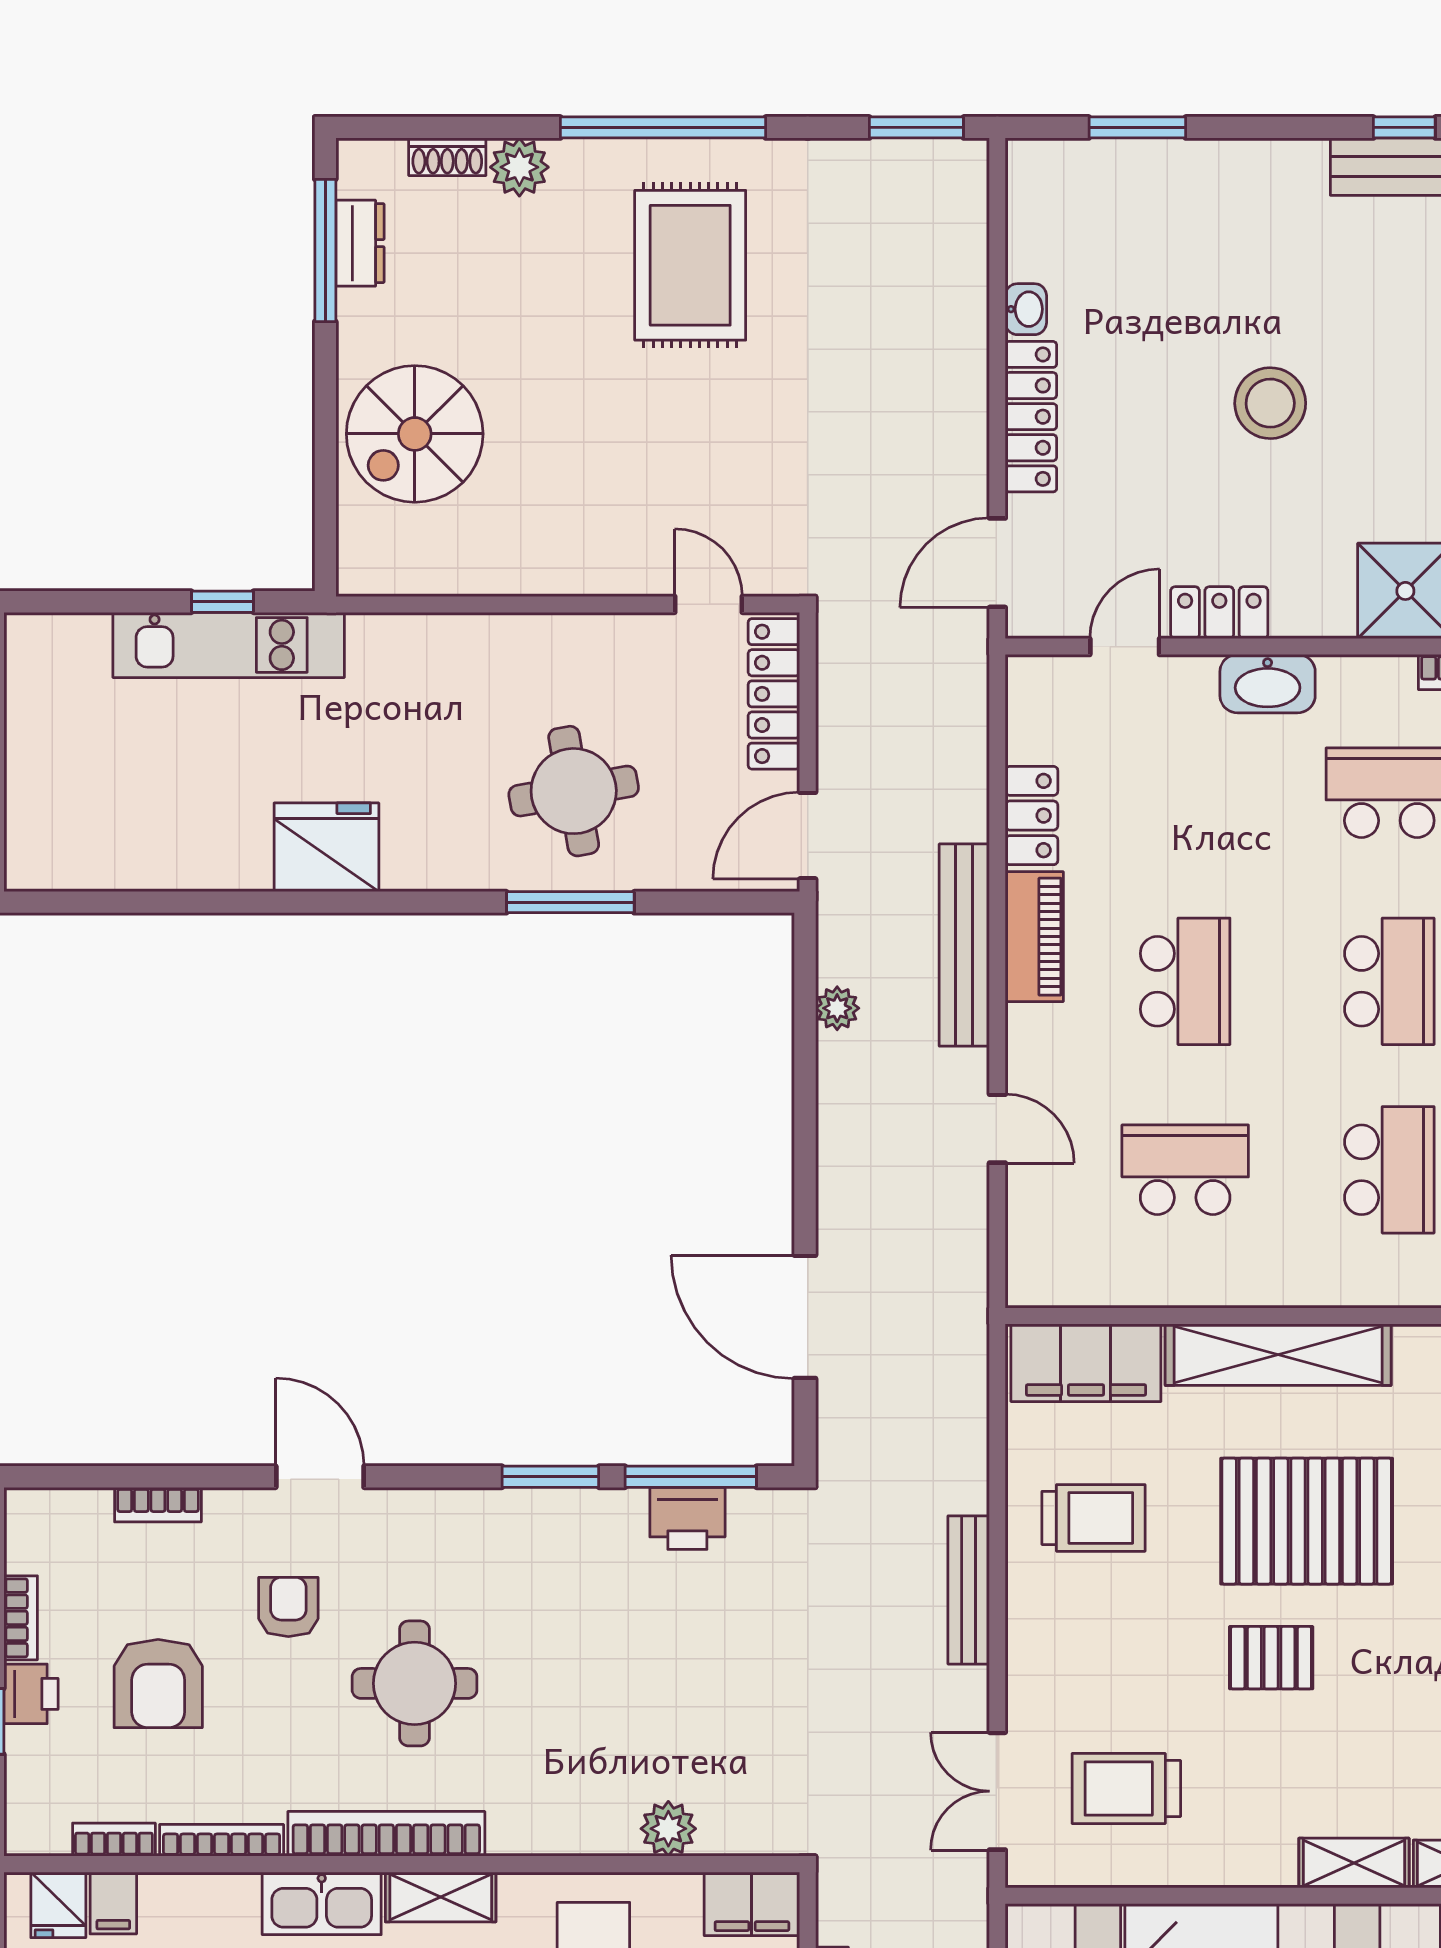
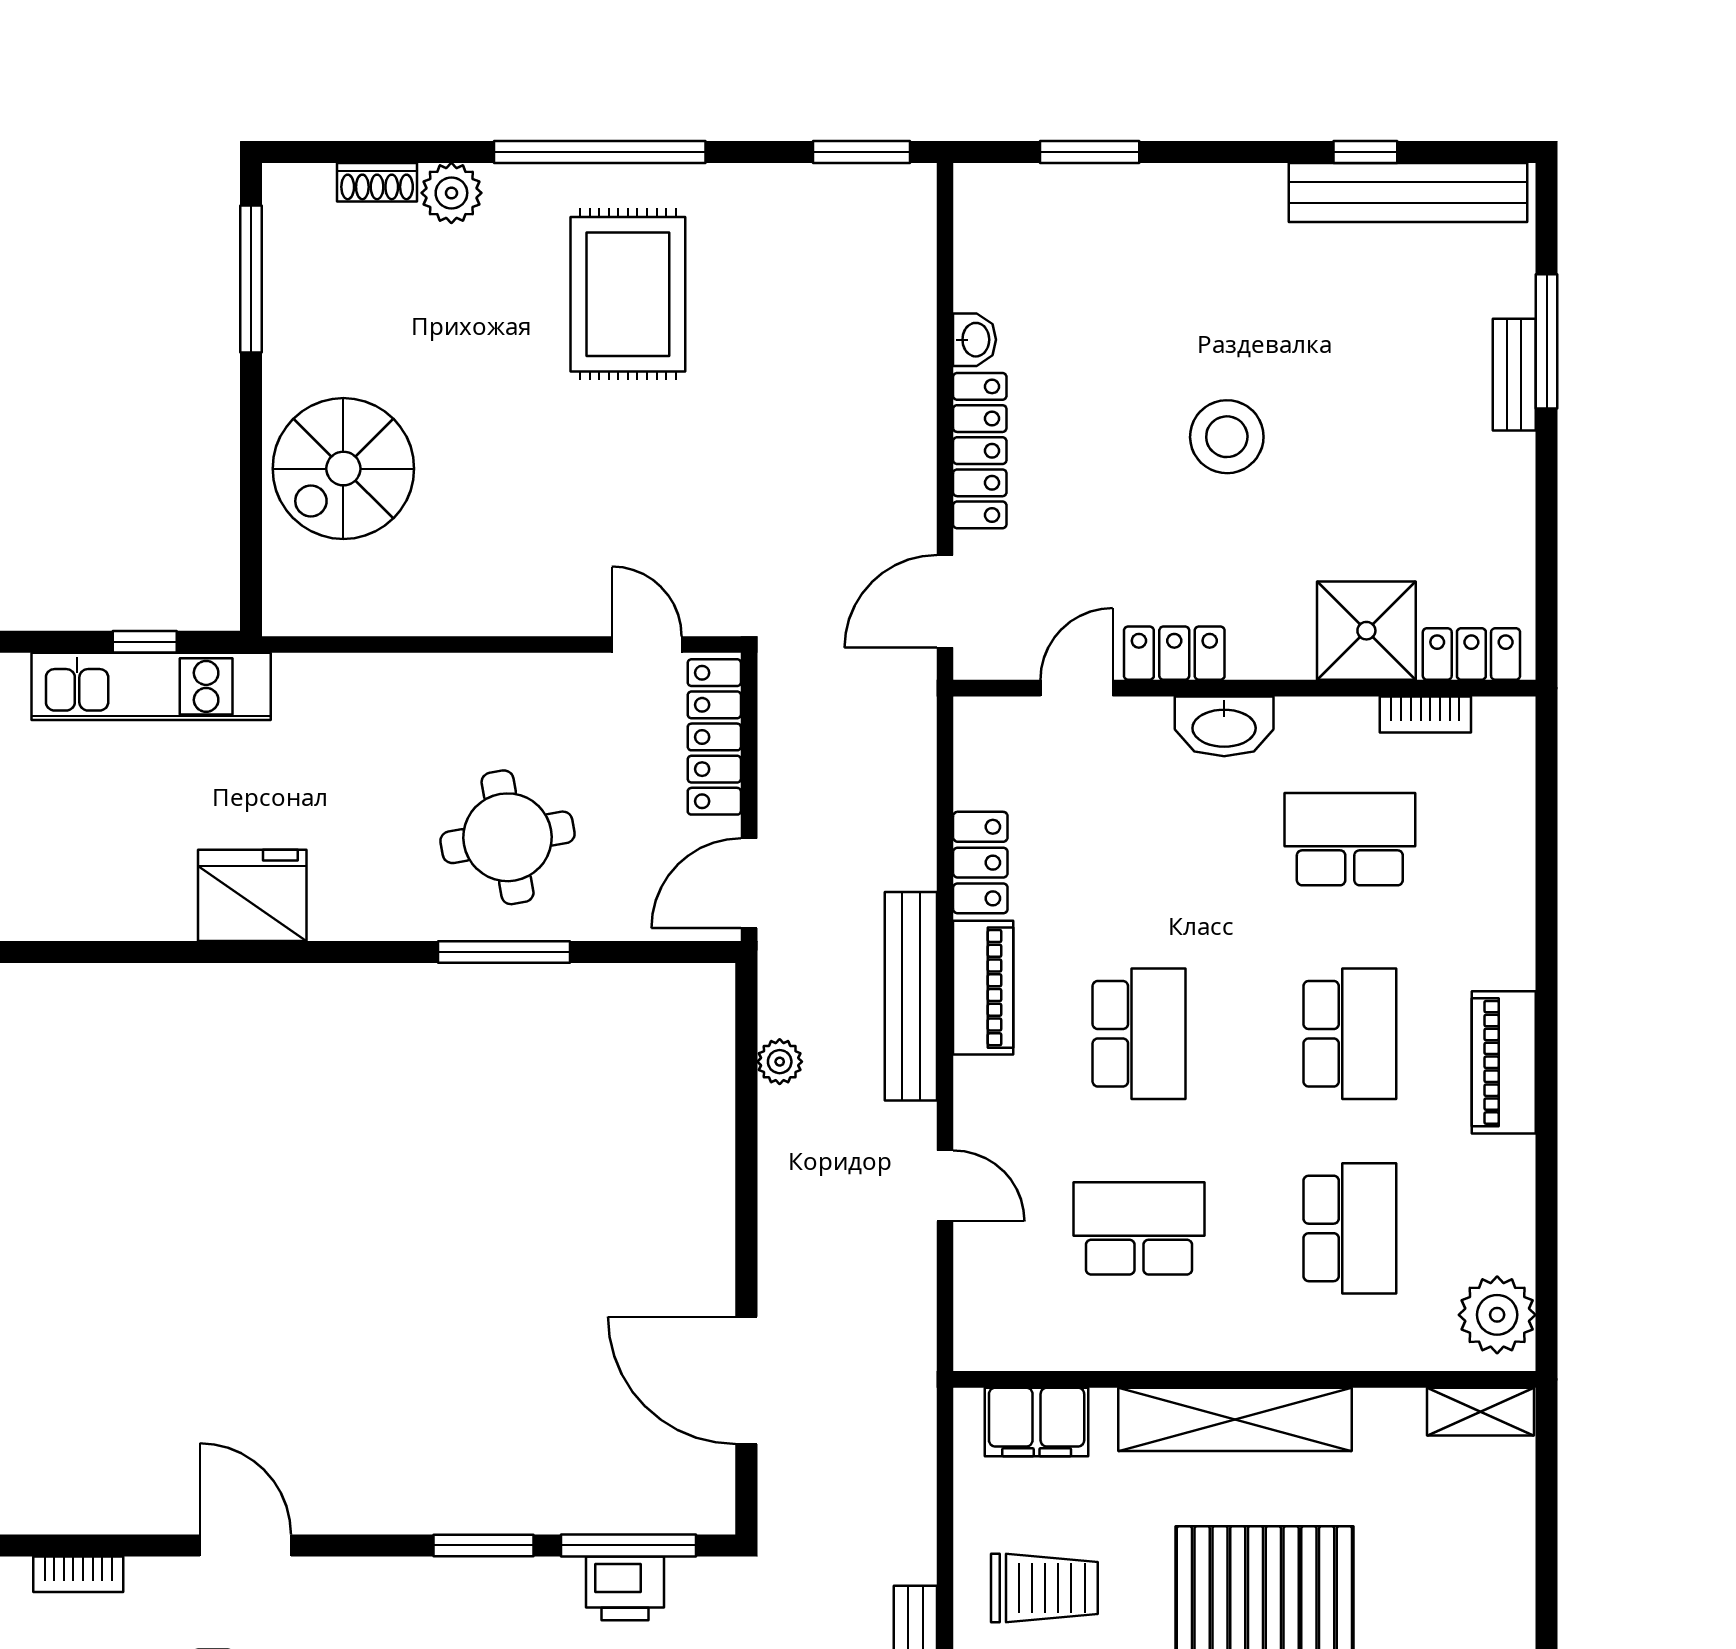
dresser: (360, 243) -> (287, 272), removed
filing cabinet: (1086, 1363) -> (1037, 1422), width x0.67, depth x0.86

